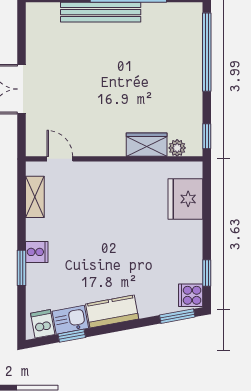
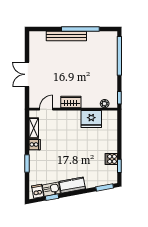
wardrobe: (147, 145) -> (71, 102), moved
door: (60, 159) -> (46, 109), hinge flipped
fridge: (185, 199) -> (91, 119), moved, turned -90
cooker: (37, 252) -> (35, 145), moved
cooker: (191, 295) -> (111, 159), moved

